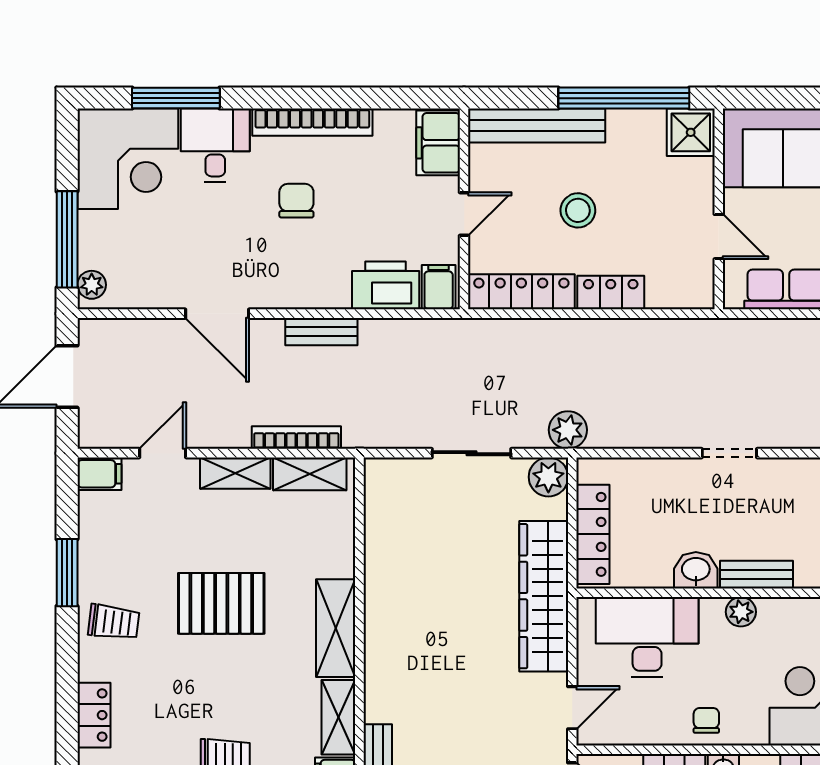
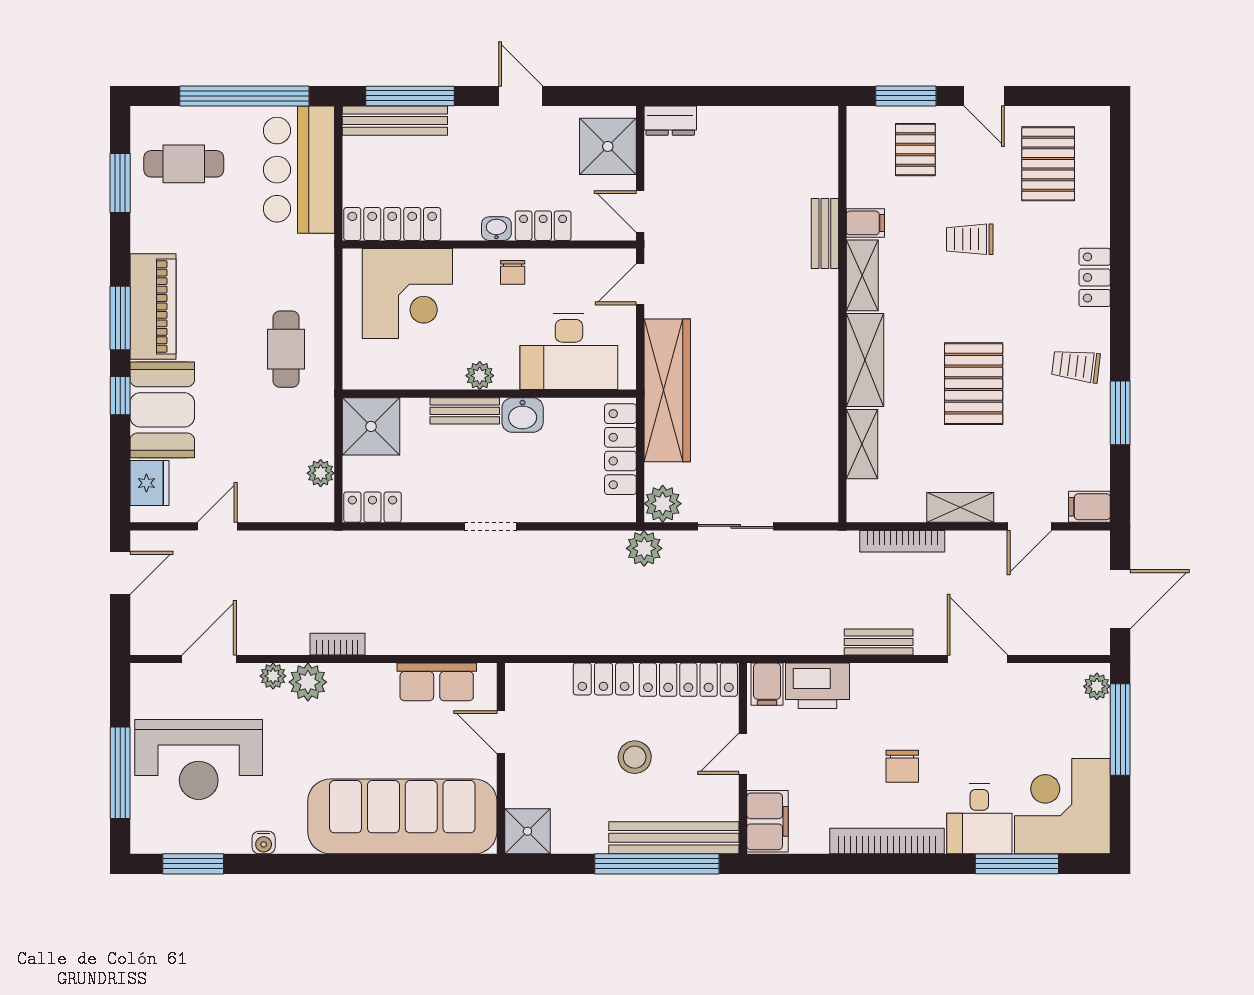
window: (624, 98) -> (657, 864), moved
shelving: (310, 474) -> (862, 444), moved, turned 90
pallet: (221, 603) -> (974, 384), turned 90

